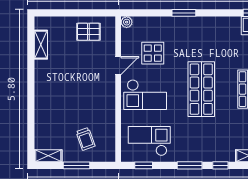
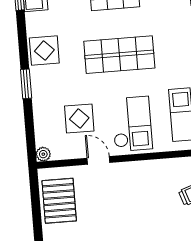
display table: (209, 30) -> (44, 50), added
pallet: (88, 32) -> (59, 201), width x1.50, depth x1.42

